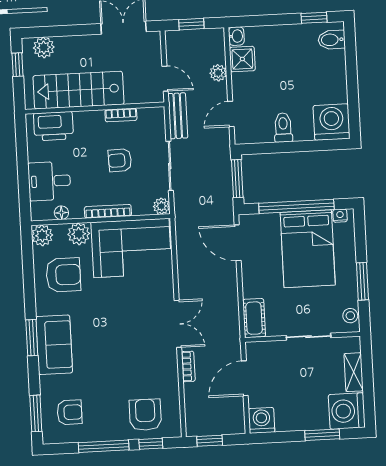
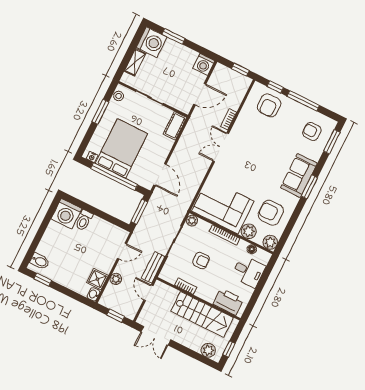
toilet: (283, 127) -> (84, 220), moved

